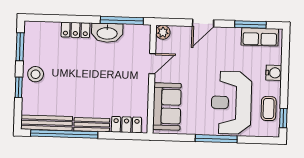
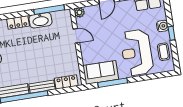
door: (152, 64) -> (76, 36), hinge flipped
sofa: (167, 106) -> (101, 72), moved, turned -90
window: (283, 118) -> (172, 33), moved
window: (216, 139) -> (113, 83), moved

